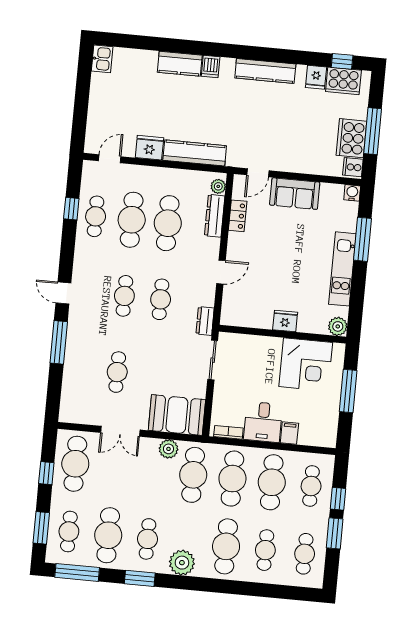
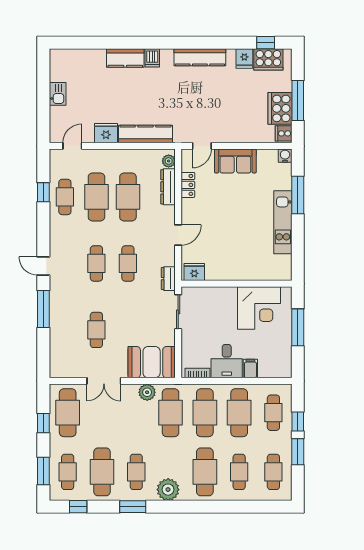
kitchen sink: (102, 59) -> (58, 94), moved
fridge: (285, 321) -> (194, 272), moved
plant: (338, 326) -> (284, 272), removed
window: (77, 572) -> (78, 507), width x0.46

